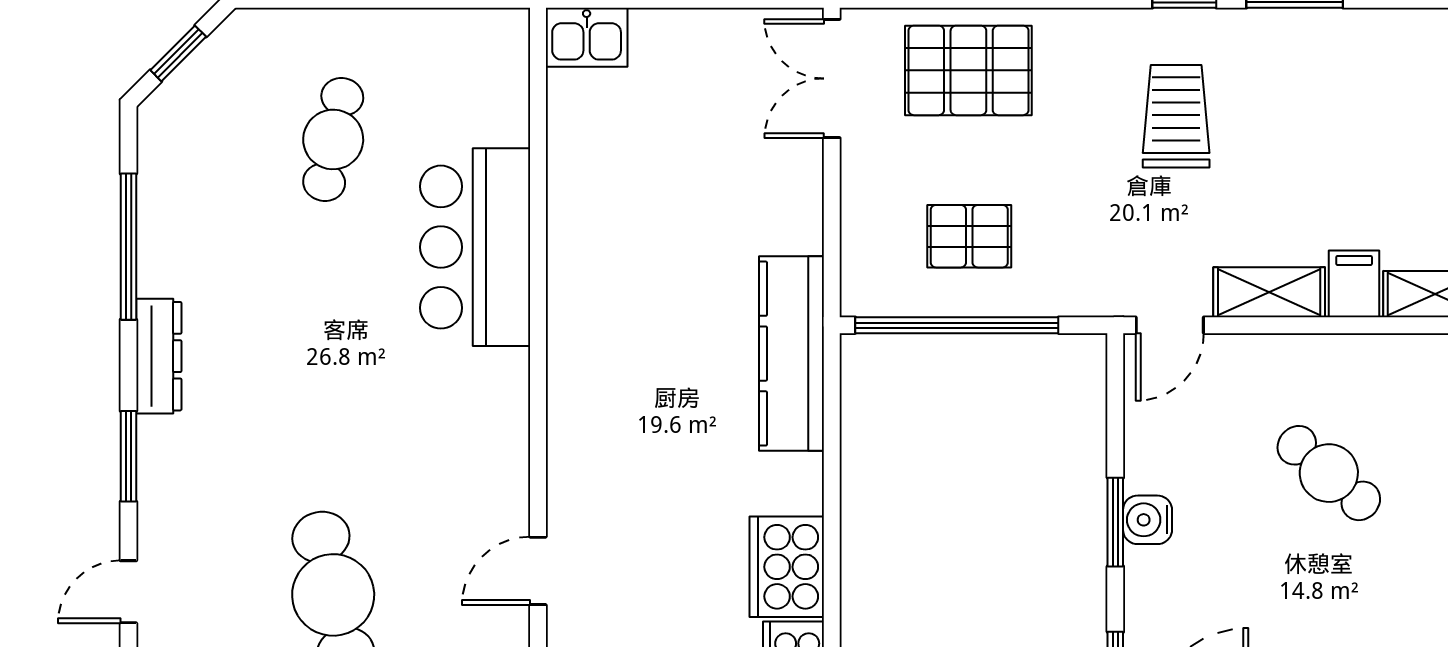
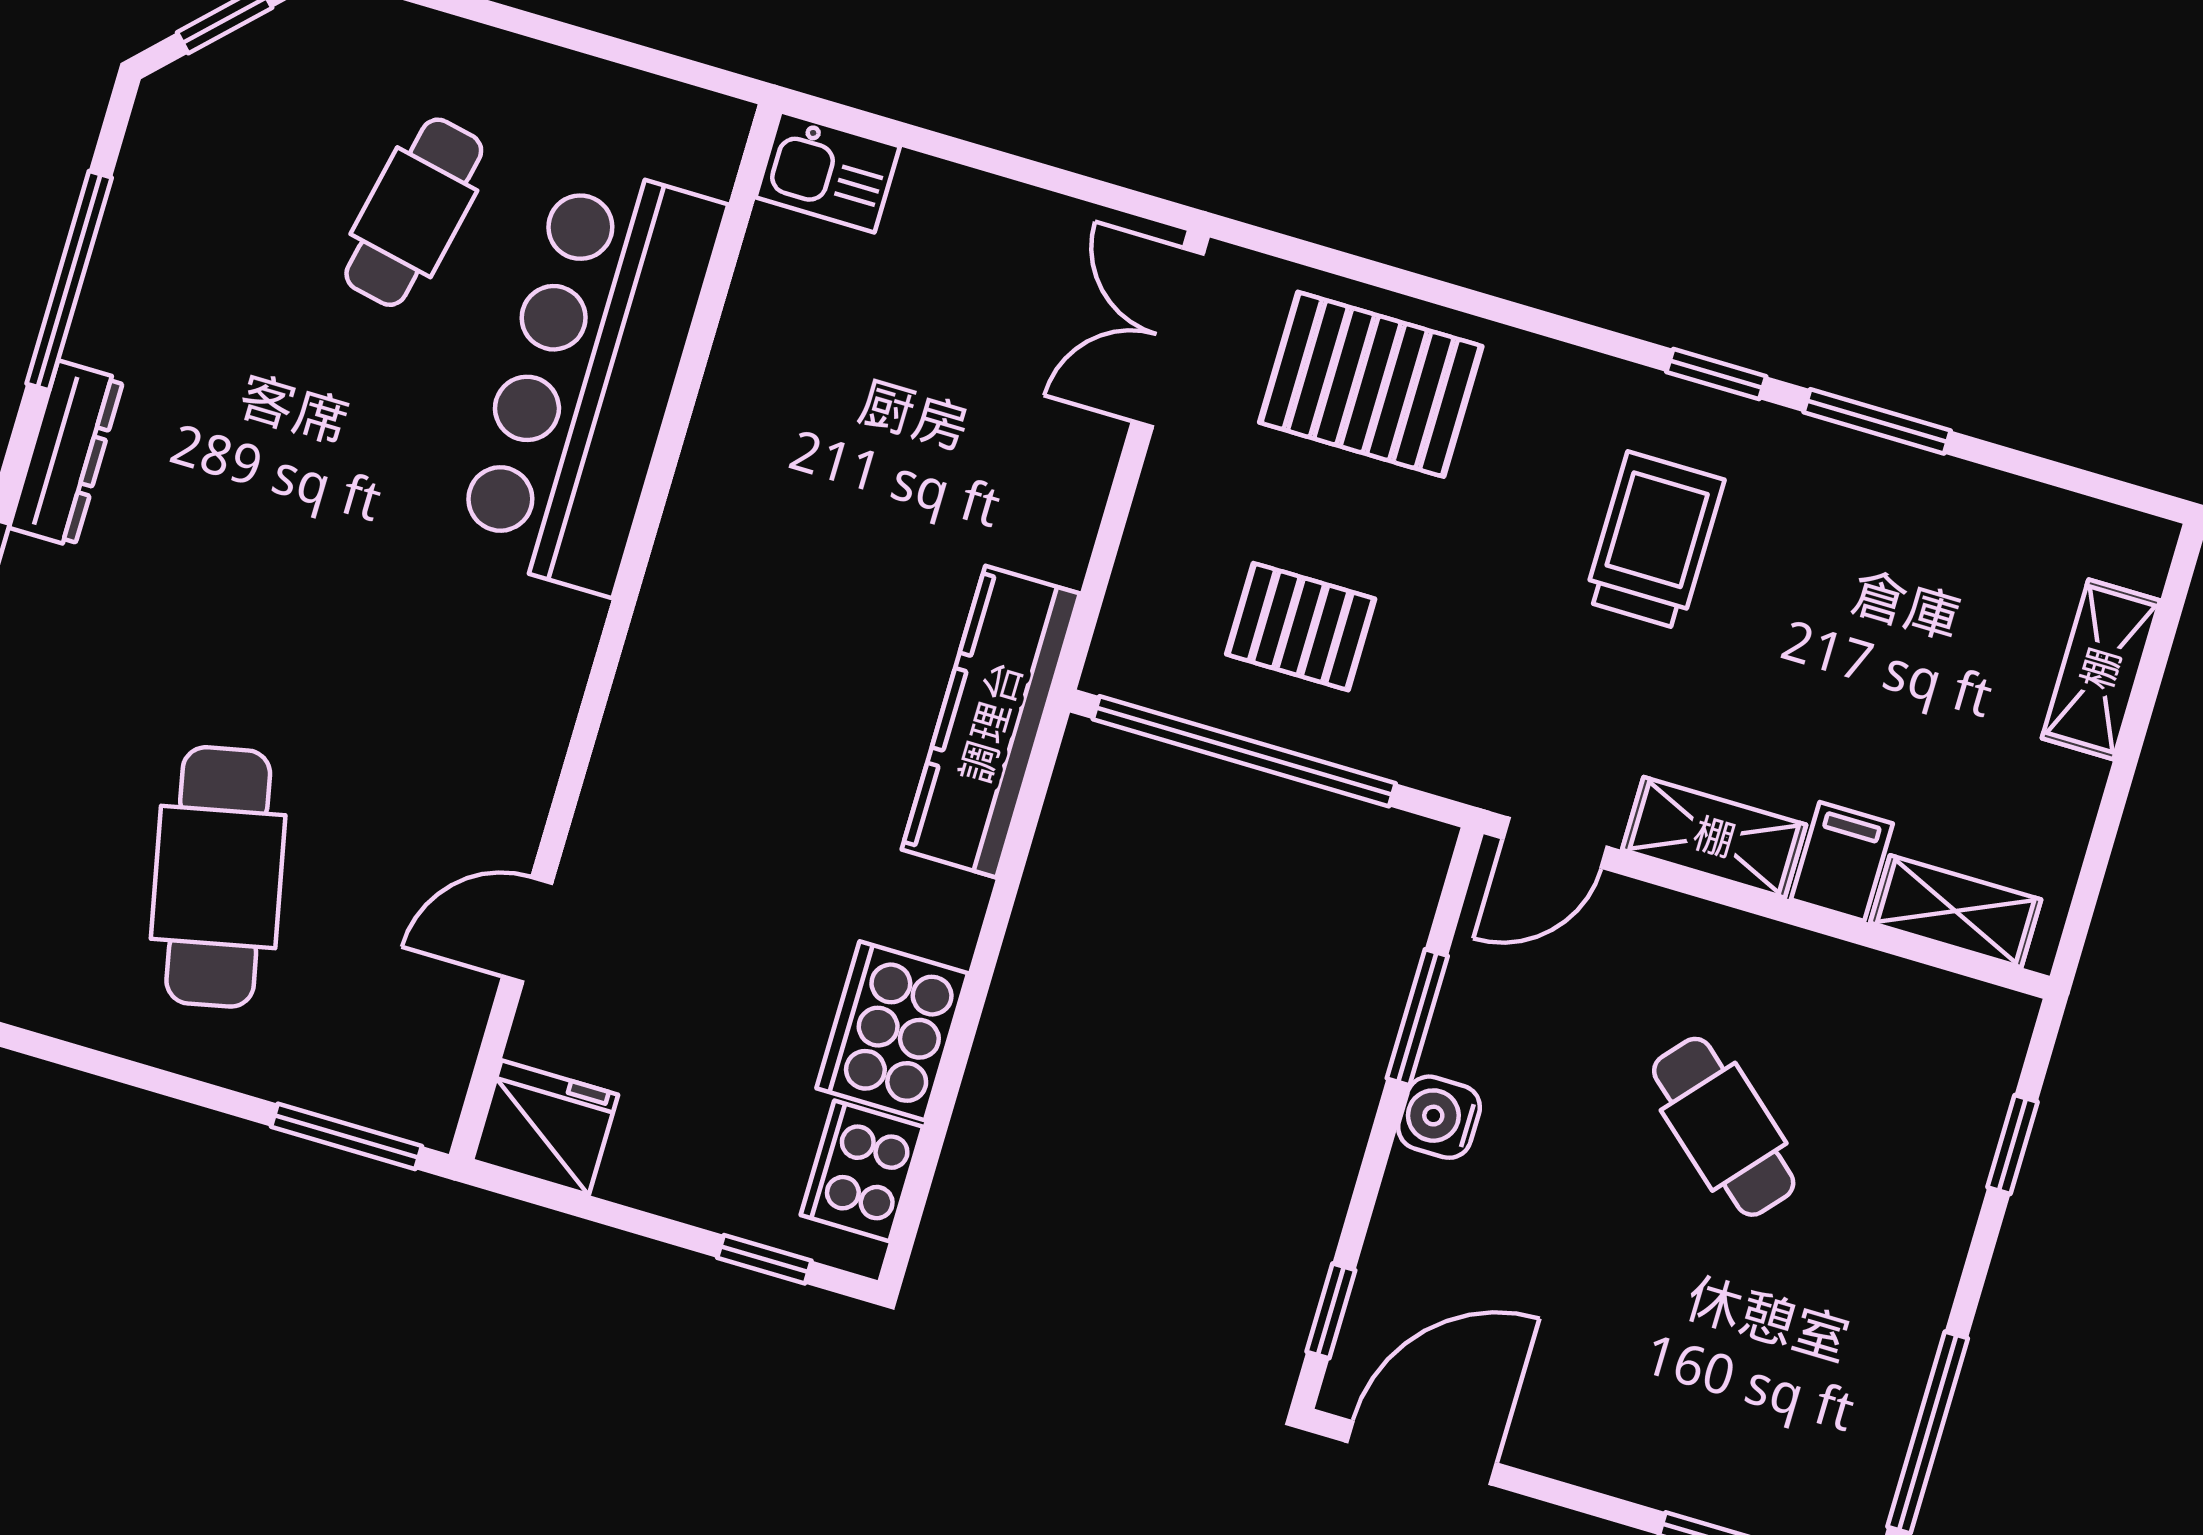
bar counter: (475, 247) -> (590, 378), width x1.36
window: (1115, 522) -> (1417, 1017), moved

